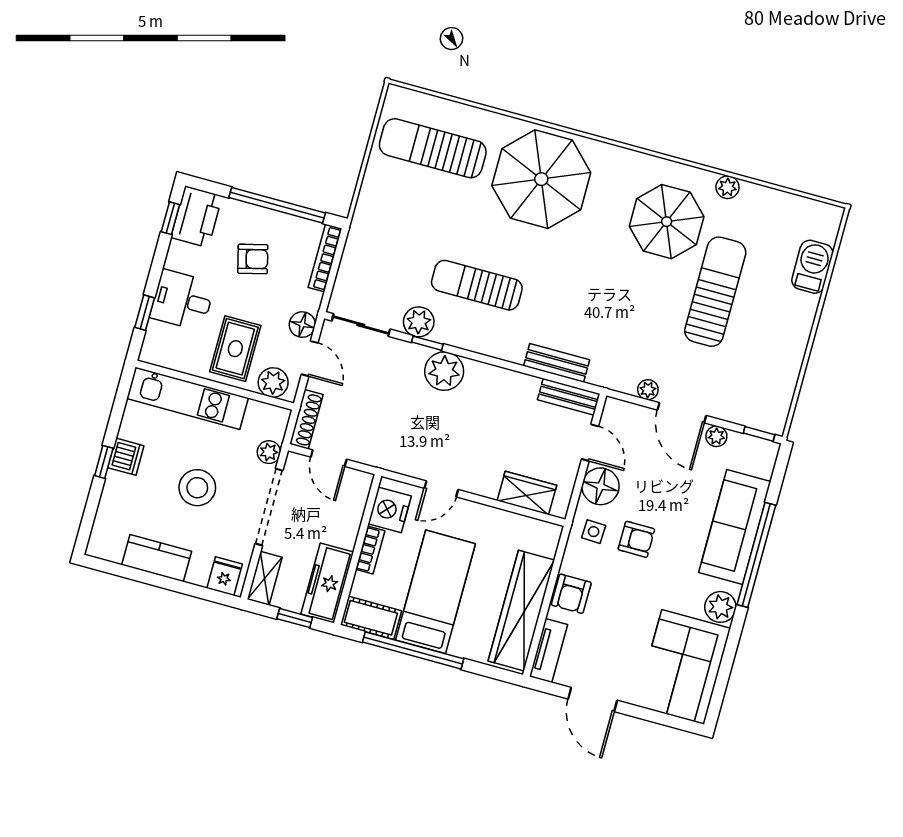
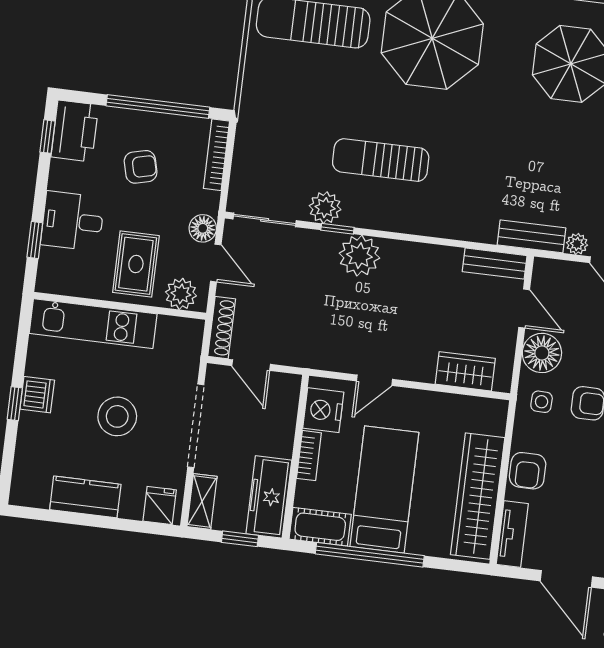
bench: (557, 363) -> (531, 236), moved
plant: (269, 452) -> (187, 368), removed

